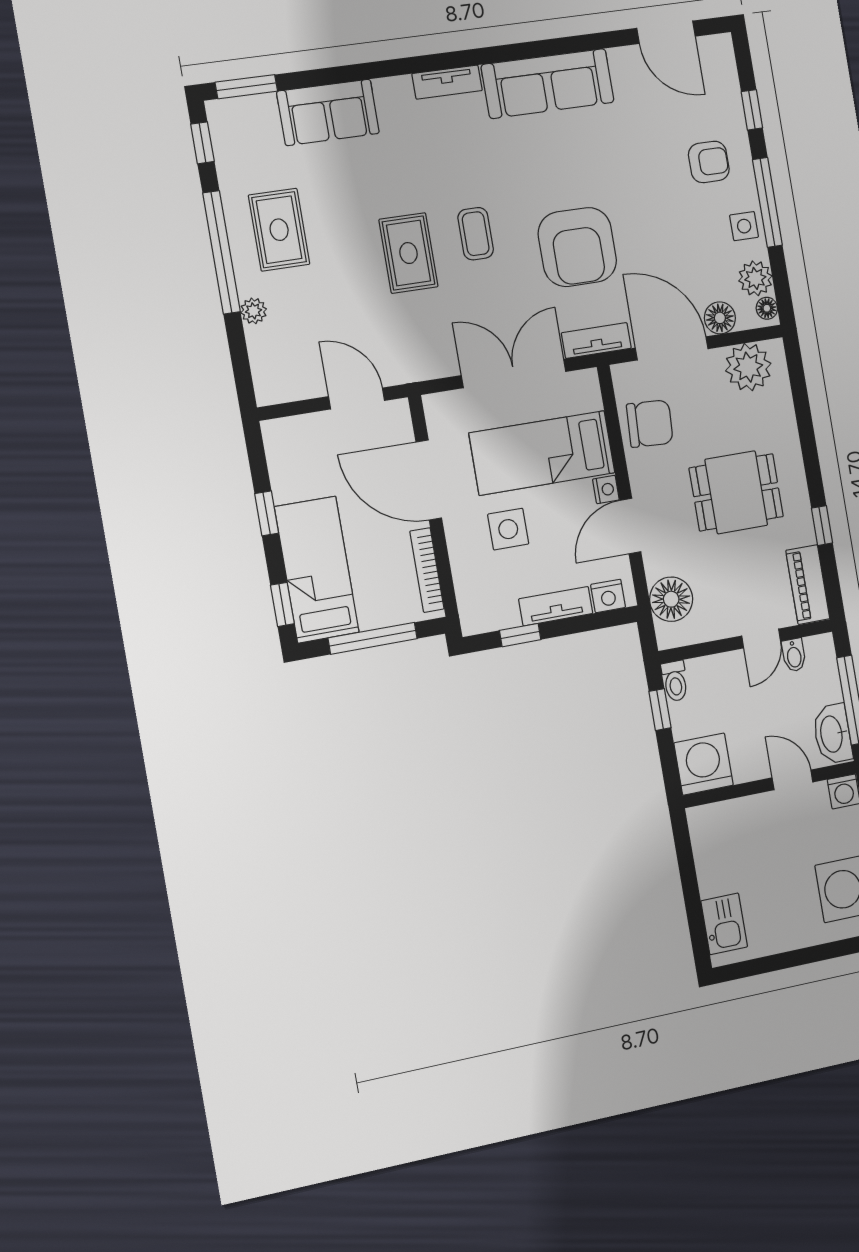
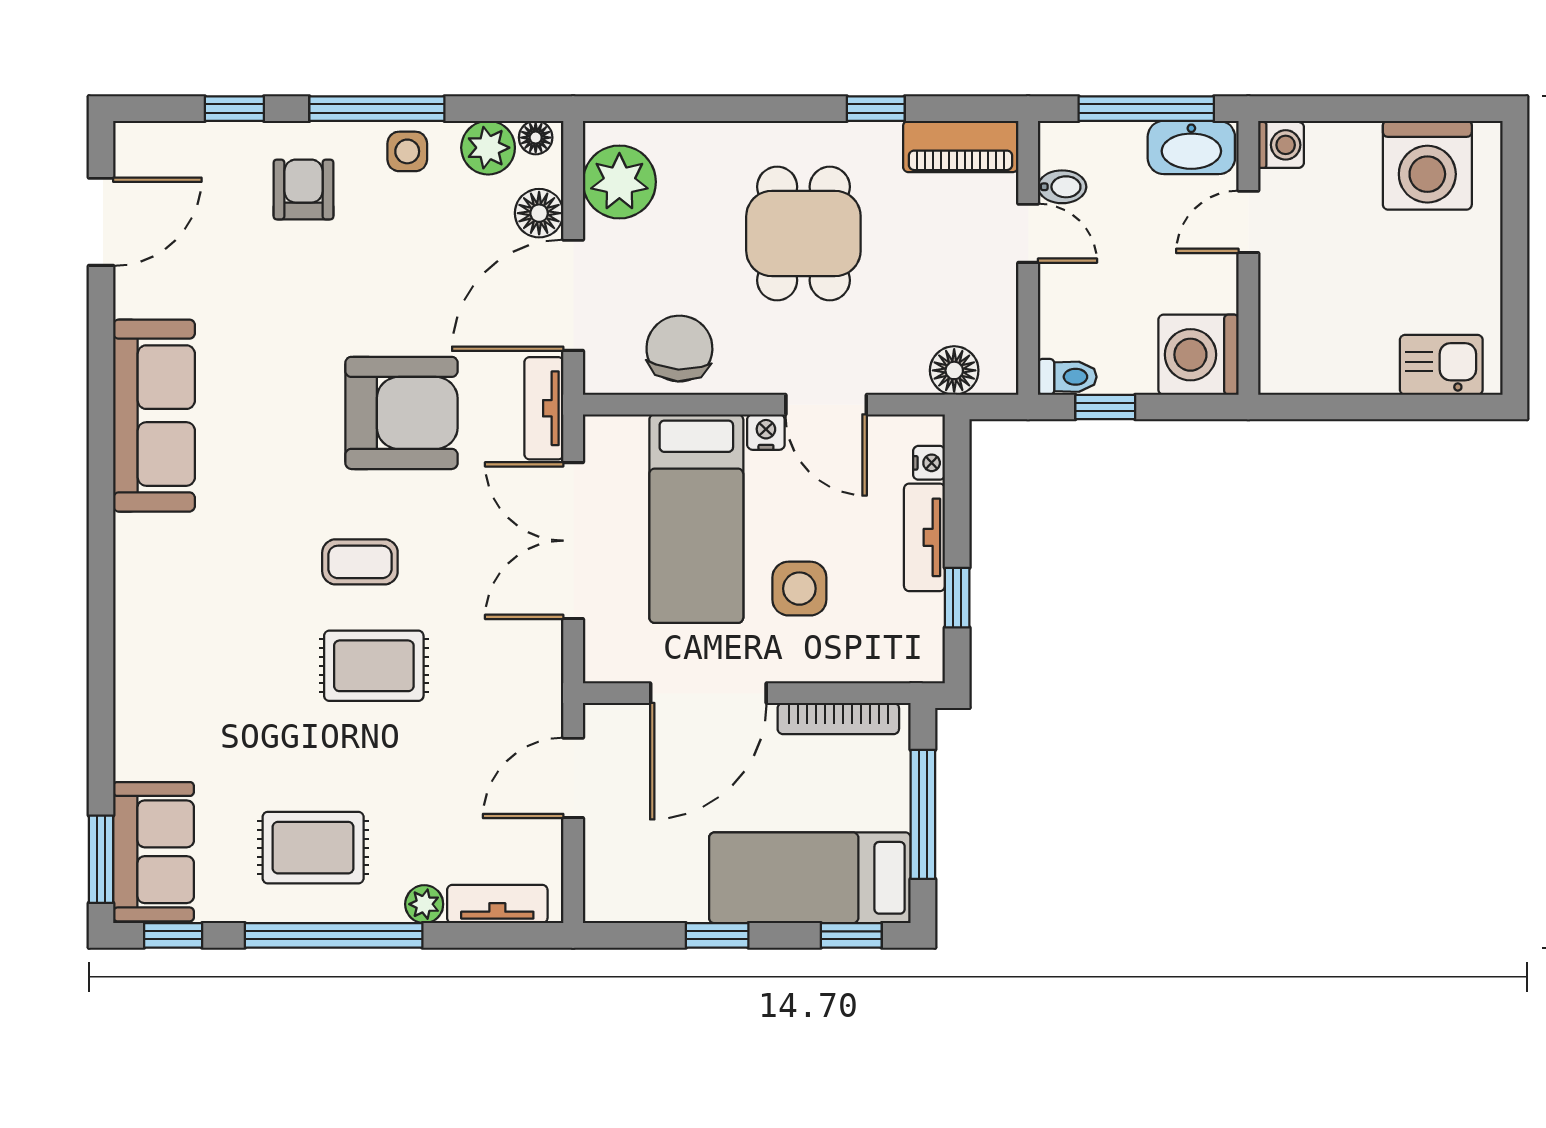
tv unit: (447, 82) -> (497, 904), moved, turned -90
sofa: (328, 112) -> (154, 852), moved
nightstand: (608, 596) -> (929, 463), width x0.72, depth x0.74
floor lamp: (671, 599) -> (954, 370), width x0.73, depth x0.73

